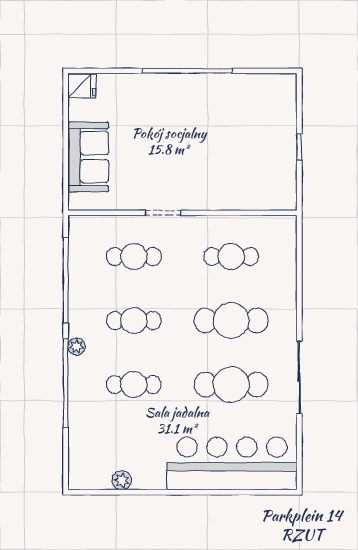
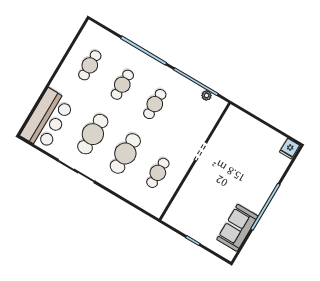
sofa: (88, 157) -> (237, 228), moved, turned 90
cafe table: (134, 257) -> (90, 65), moved
plant: (77, 347) -> (207, 96), moved
bar counter: (232, 463) -> (47, 119), width x0.73
plant: (122, 480) -> (77, 50), removed

